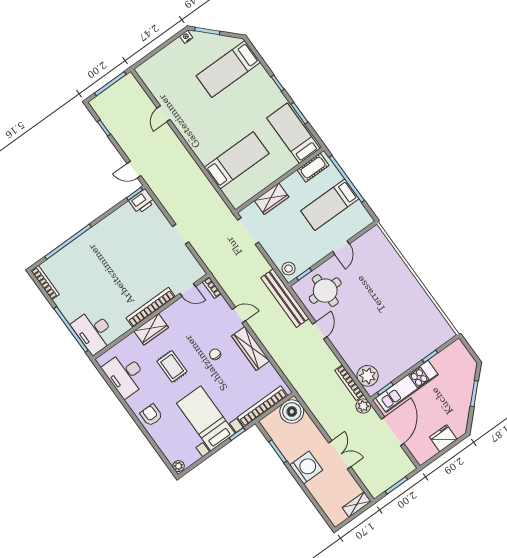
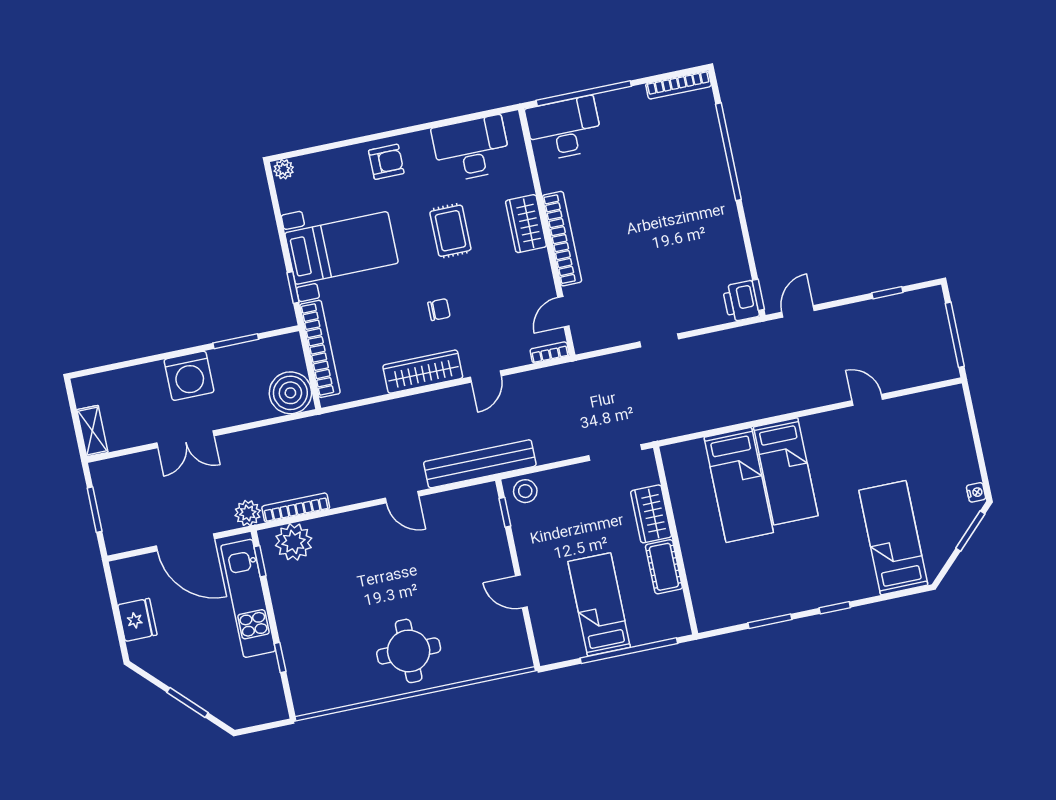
bed: (293, 133) -> (786, 471), moved, turned 90
cot: (313, 168) -> (664, 567), moved
round table: (325, 291) -> (409, 651), moved
rug: (172, 366) -> (450, 231), turned 90

